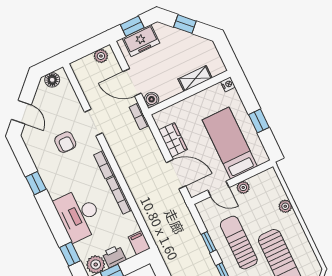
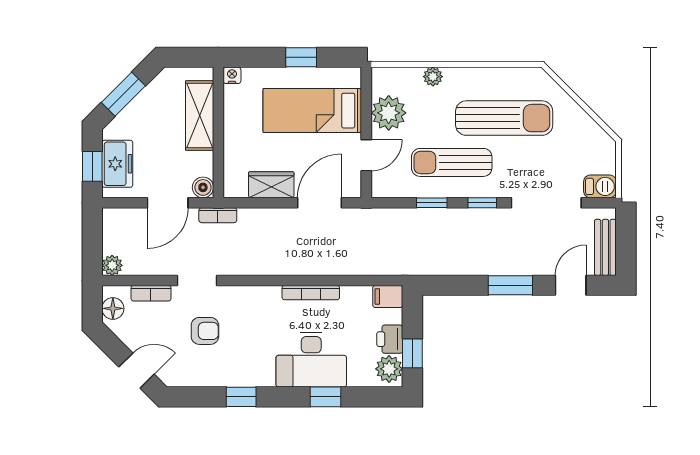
window: (185, 24) -> (123, 94), width x1.50
plant: (101, 56) -> (112, 265), moved
shelving: (195, 78) -> (200, 116), width x1.50, depth x1.33
bookcase: (104, 165) -> (151, 293), moved
plant: (243, 187) -> (389, 113), width x1.87, depth x1.87
window: (70, 254) -> (325, 397), moved

